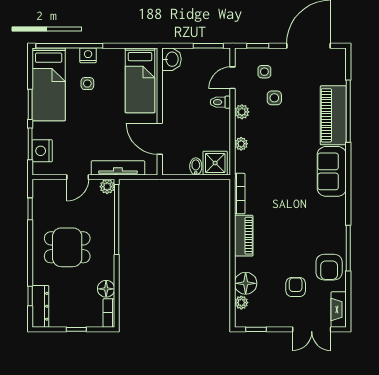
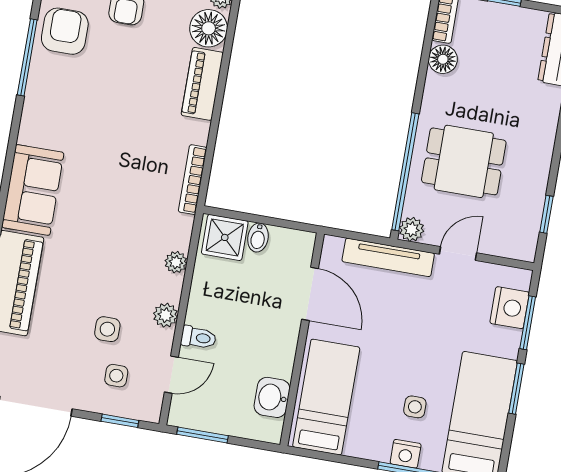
washbasin: (172, 59) -> (272, 397), moved
piano: (244, 236) -> (202, 84), moved
dining table: (67, 247) -> (464, 161), moved

